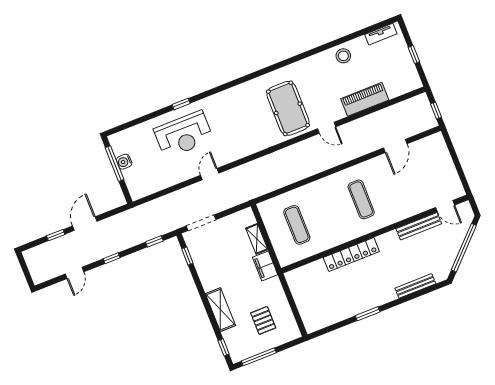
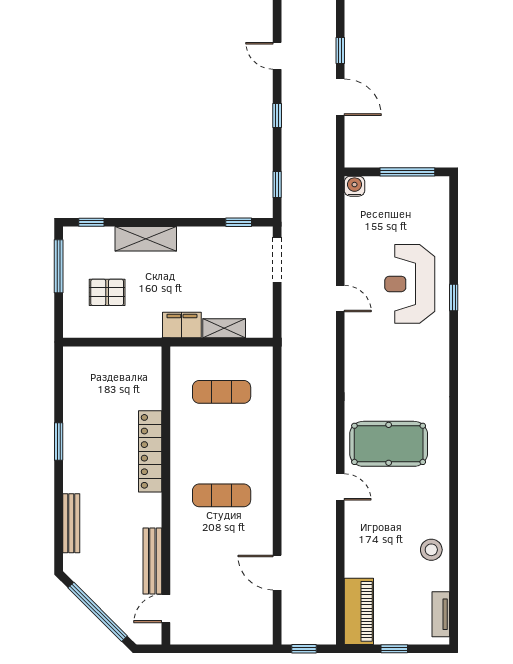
piano: (365, 99) -> (359, 611), moved
door: (327, 128) -> (340, 487), swing flipped
water cooler: (124, 162) -> (355, 186), moved

